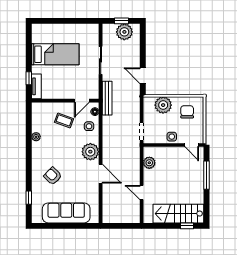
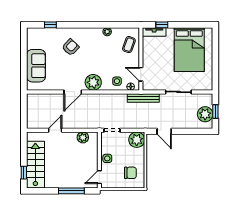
bed: (55, 54) -> (189, 50), width x1.50
door: (143, 76) -> (164, 131), swing flipped
plant: (163, 105) -> (137, 140), moved
coffee table: (64, 120) -> (129, 45), moved
sofa: (66, 213) -> (36, 66), width x0.73

